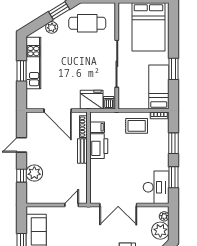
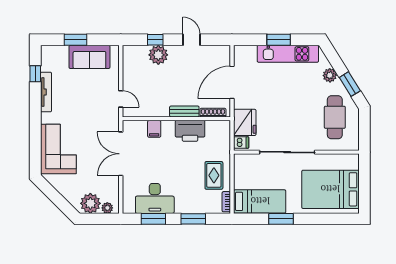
filing cabinet: (97, 127) -> (154, 129), moved
desk: (156, 187) -> (155, 198), moved

